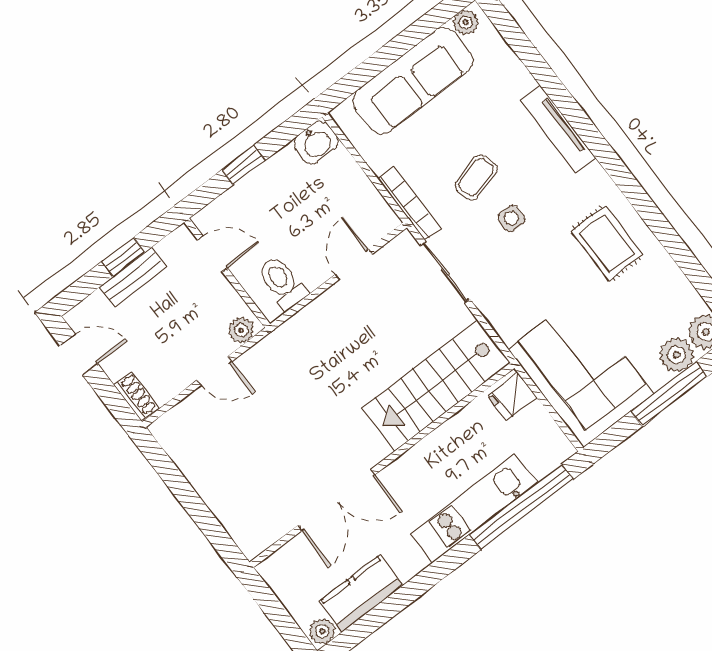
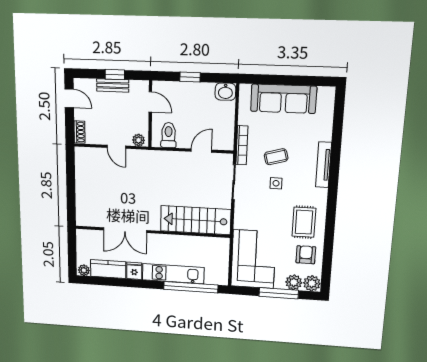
plant: (466, 22) -> (324, 93), removed
armchair: (656, 293) -> (306, 255), added
fridge: (512, 397) -> (134, 271), moved, turned 90

